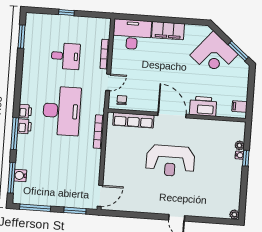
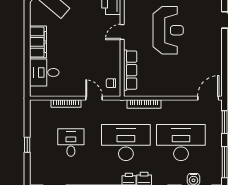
desk: (132, 34) -> (44, 72), width x0.73
door: (172, 115) -> (122, 32), width x0.53
desk: (58, 166) -> (181, 143), added
door: (100, 196) -> (208, 98), hinge flipped

